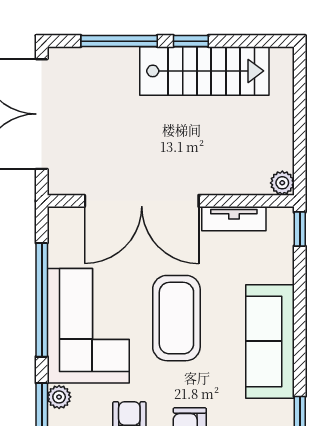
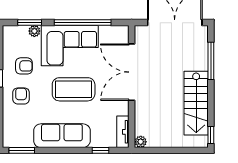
window: (191, 41) -> (211, 135), moved
tv unit: (234, 219) -> (123, 132), moved
window: (300, 229) -> (100, 150), moved

